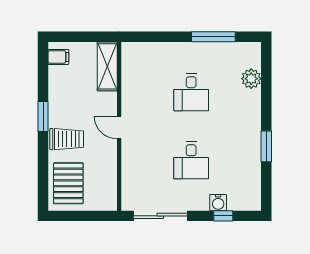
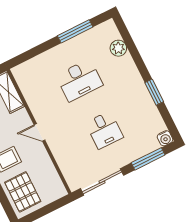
desk: (191, 92) -> (79, 80), width x1.37
water cooler: (218, 203) -> (165, 138), moved
window: (223, 216) -> (148, 159), width x2.17

